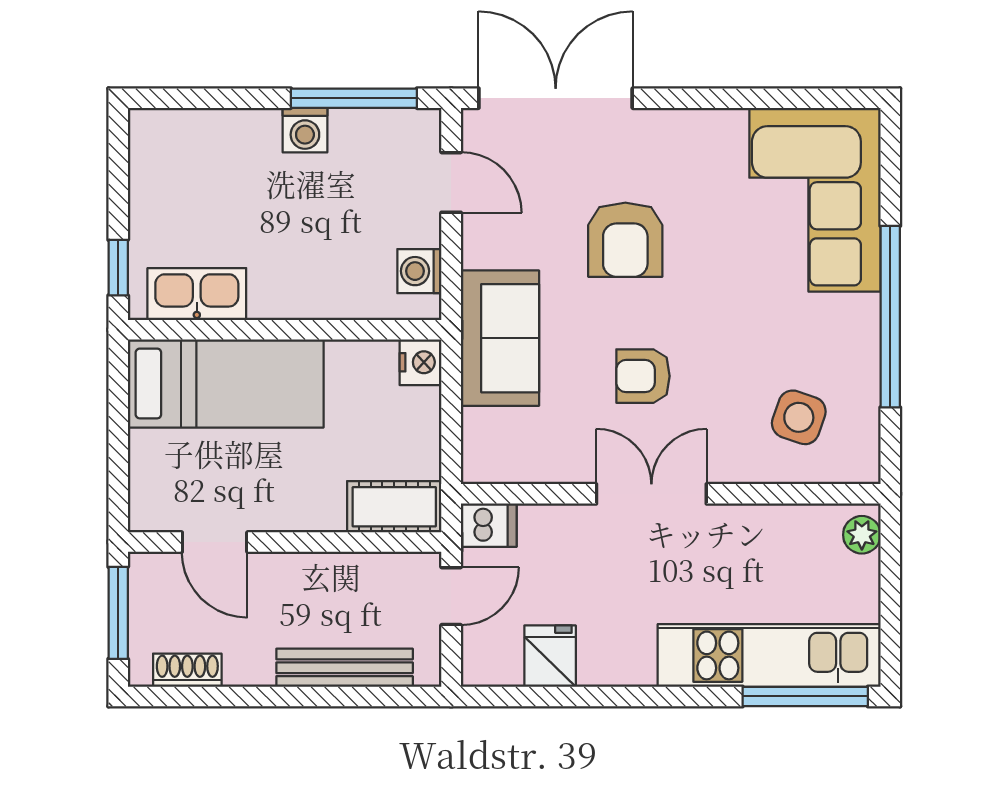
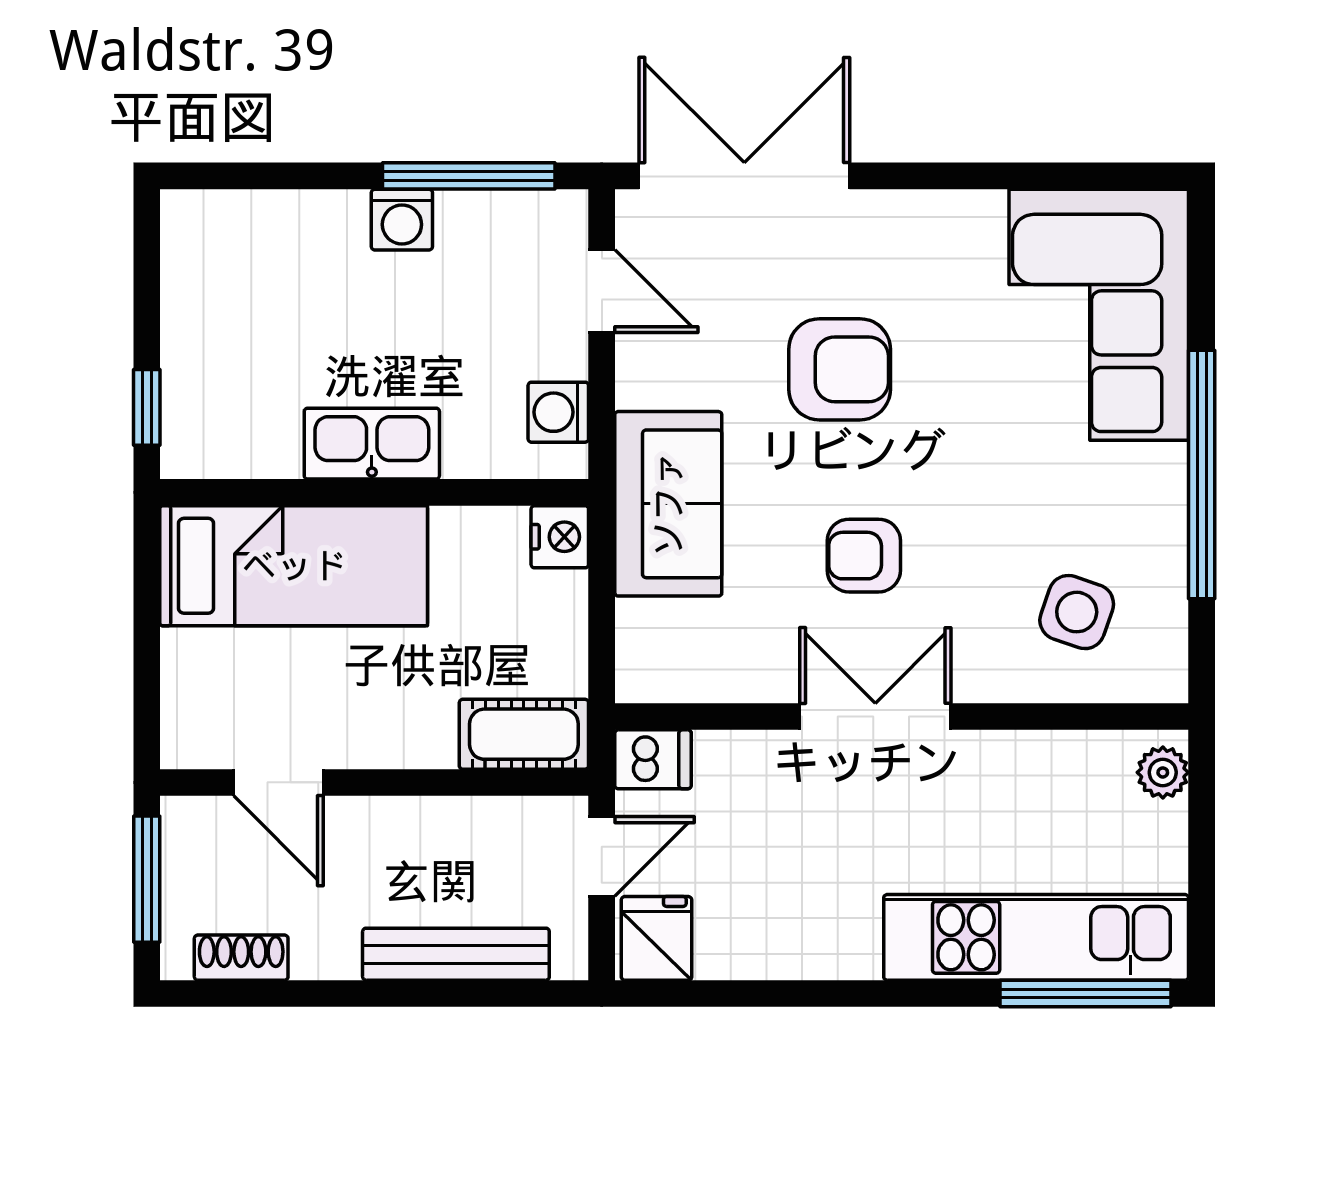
armchair: (625, 240) -> (840, 369), turned -90
kitchen sink: (197, 294) -> (372, 444), moved
fridge: (550, 656) -> (657, 938), moved

